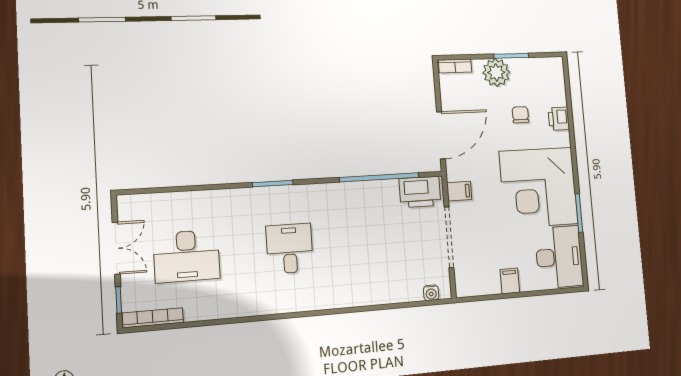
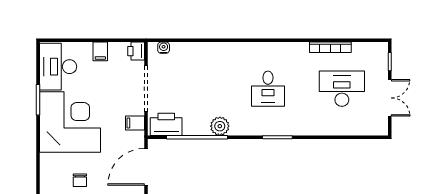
printer: (559, 119) -> (136, 51), moved, turned 180
plant: (351, 194) -> (220, 126), added
double door: (116, 248) -> (390, 98), swing flipped
bookcase: (153, 318) -> (330, 47), moved

